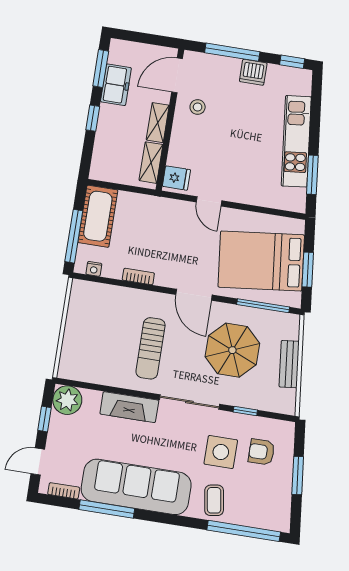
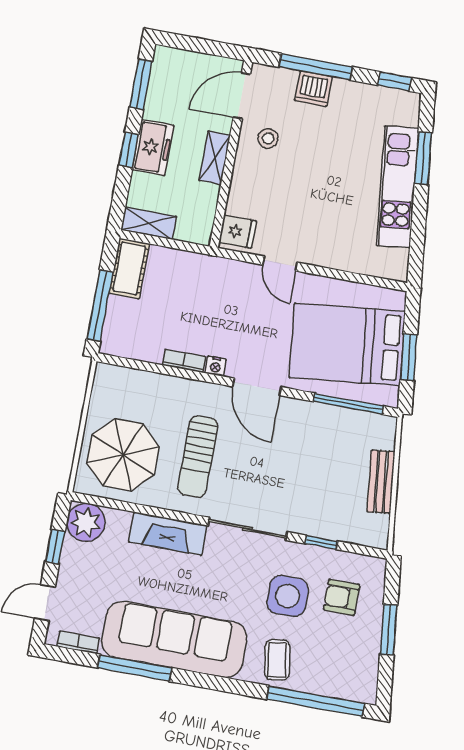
dishwasher: (253, 72) -> (313, 89), moved
freezer: (116, 85) -> (153, 147), moved
shelving: (151, 163) -> (149, 223), moved, turned 90
window: (312, 175) -> (423, 158), moved
cot: (98, 216) -> (129, 269), width x0.73, depth x0.75
nightstand: (94, 269) -> (215, 366), moved
parasol: (232, 350) -> (123, 455), moved

